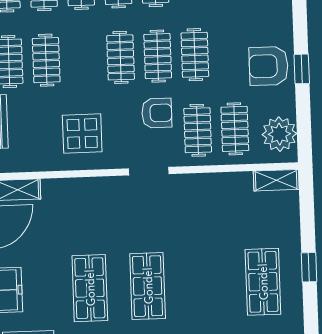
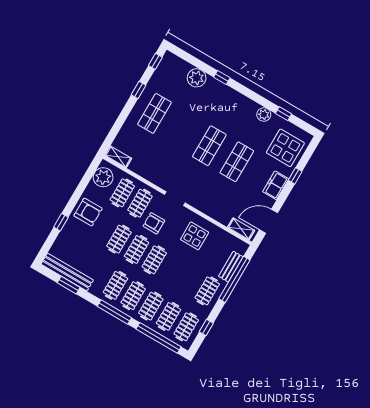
clothes rail: (46, 60) -> (190, 281), removed
window: (302, 69) -> (61, 222), moved
window: (309, 267) -> (139, 90), moved

